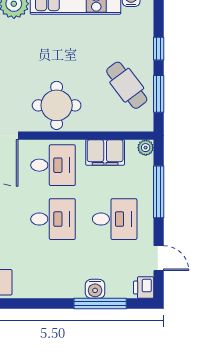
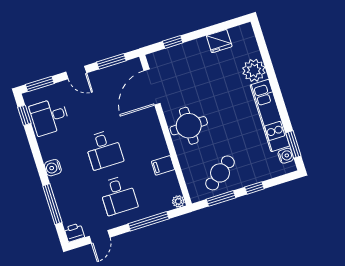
filing cabinet: (105, 153) -> (163, 165), width x0.50
desk: (53, 165) -> (144, 137), removed
water cooler: (95, 289) -> (53, 168), moved

